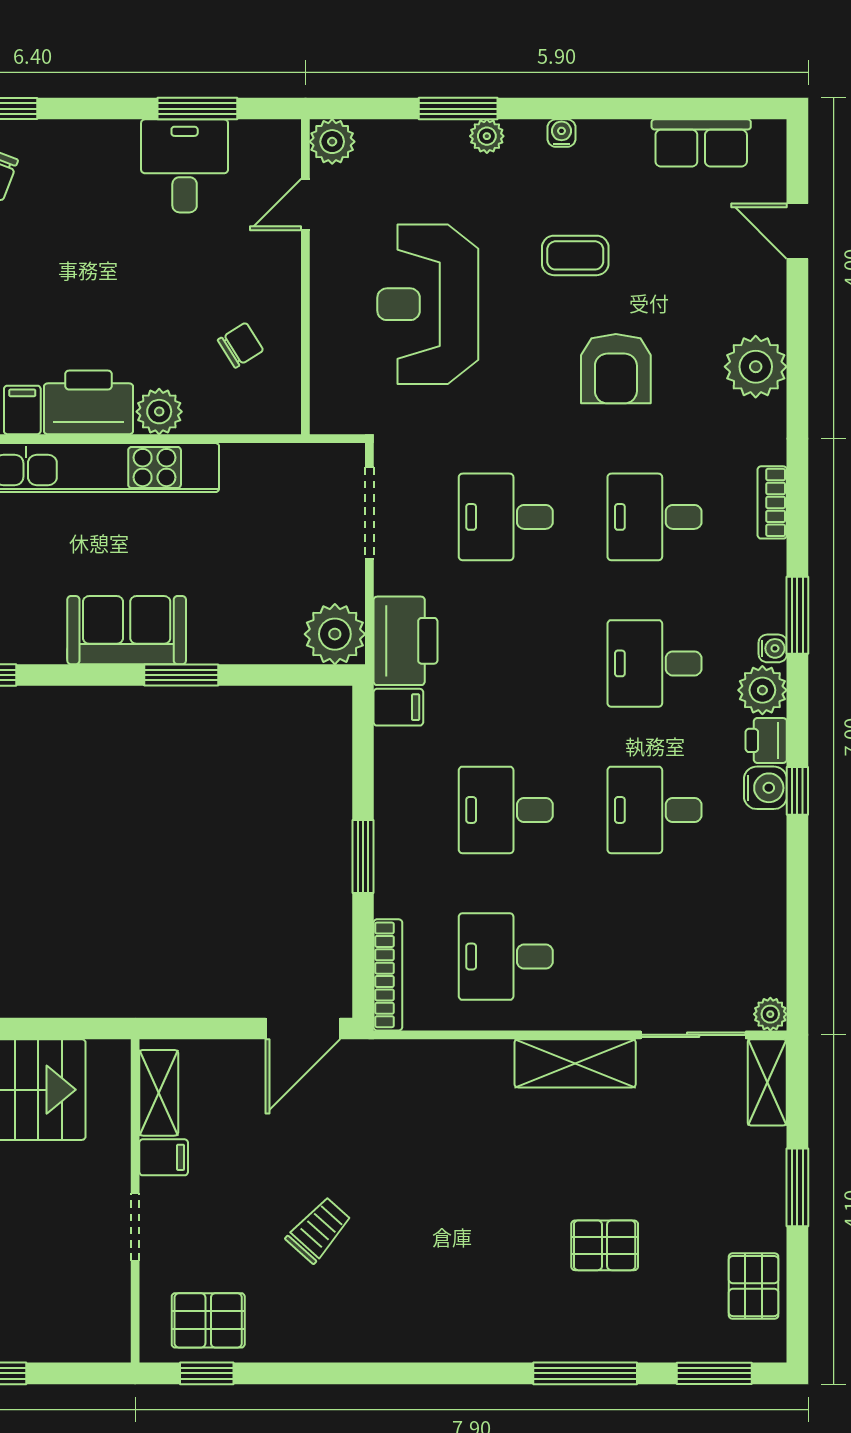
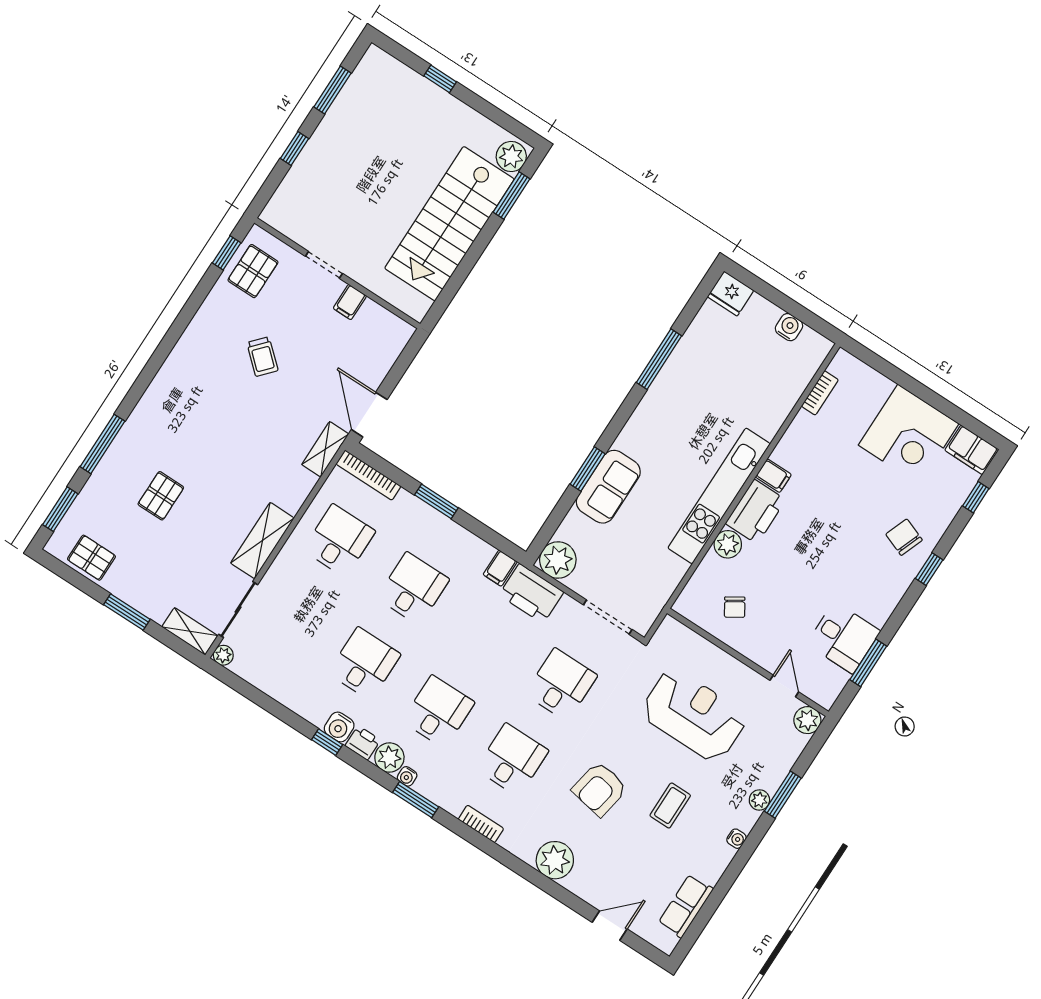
armchair: (616, 369) -> (600, 789), turned -80
sofa: (127, 630) -> (608, 487), moved
shelving: (159, 1093) -> (325, 449), moved, turned 90

